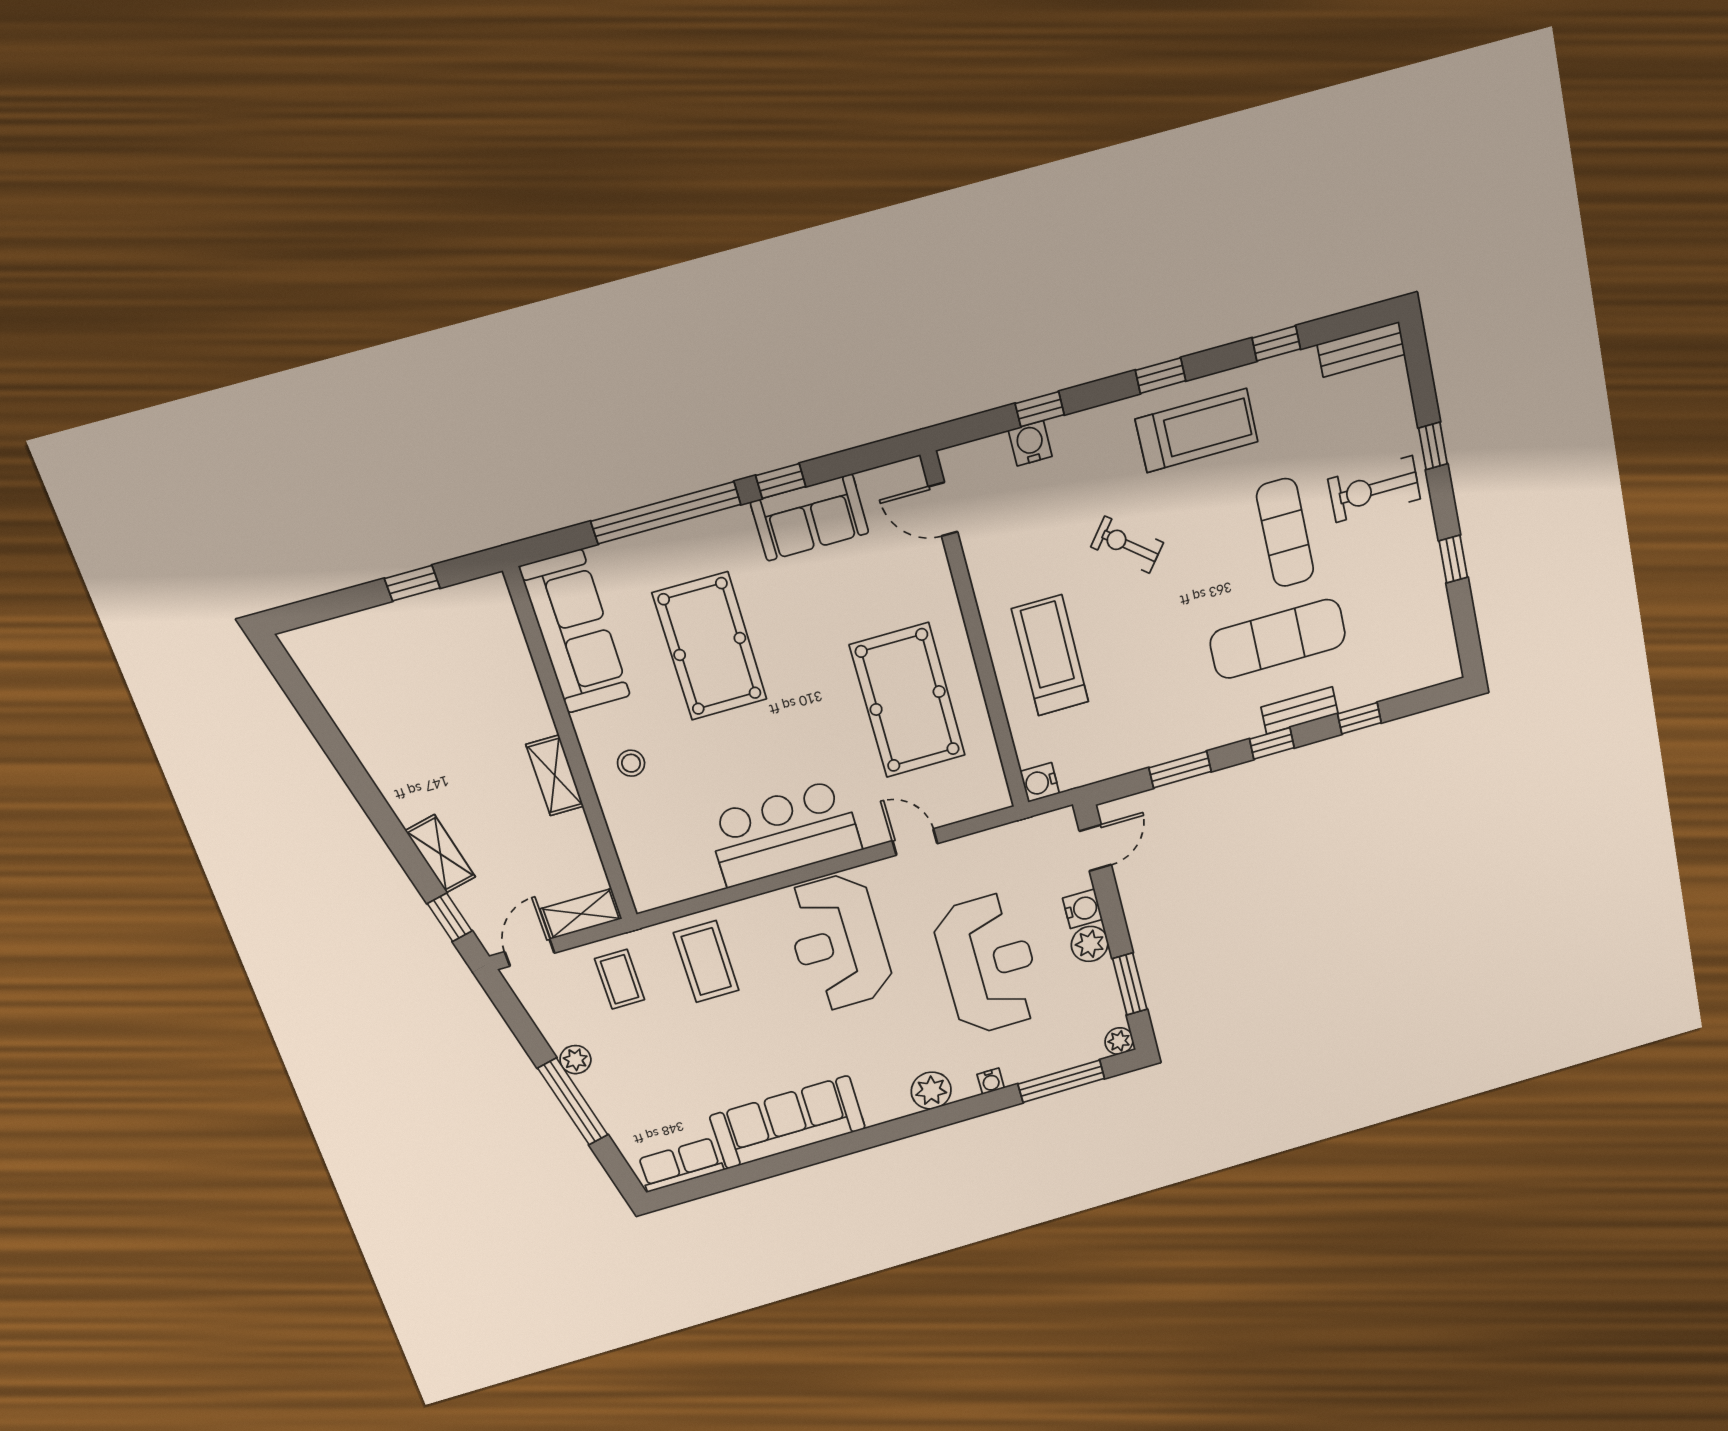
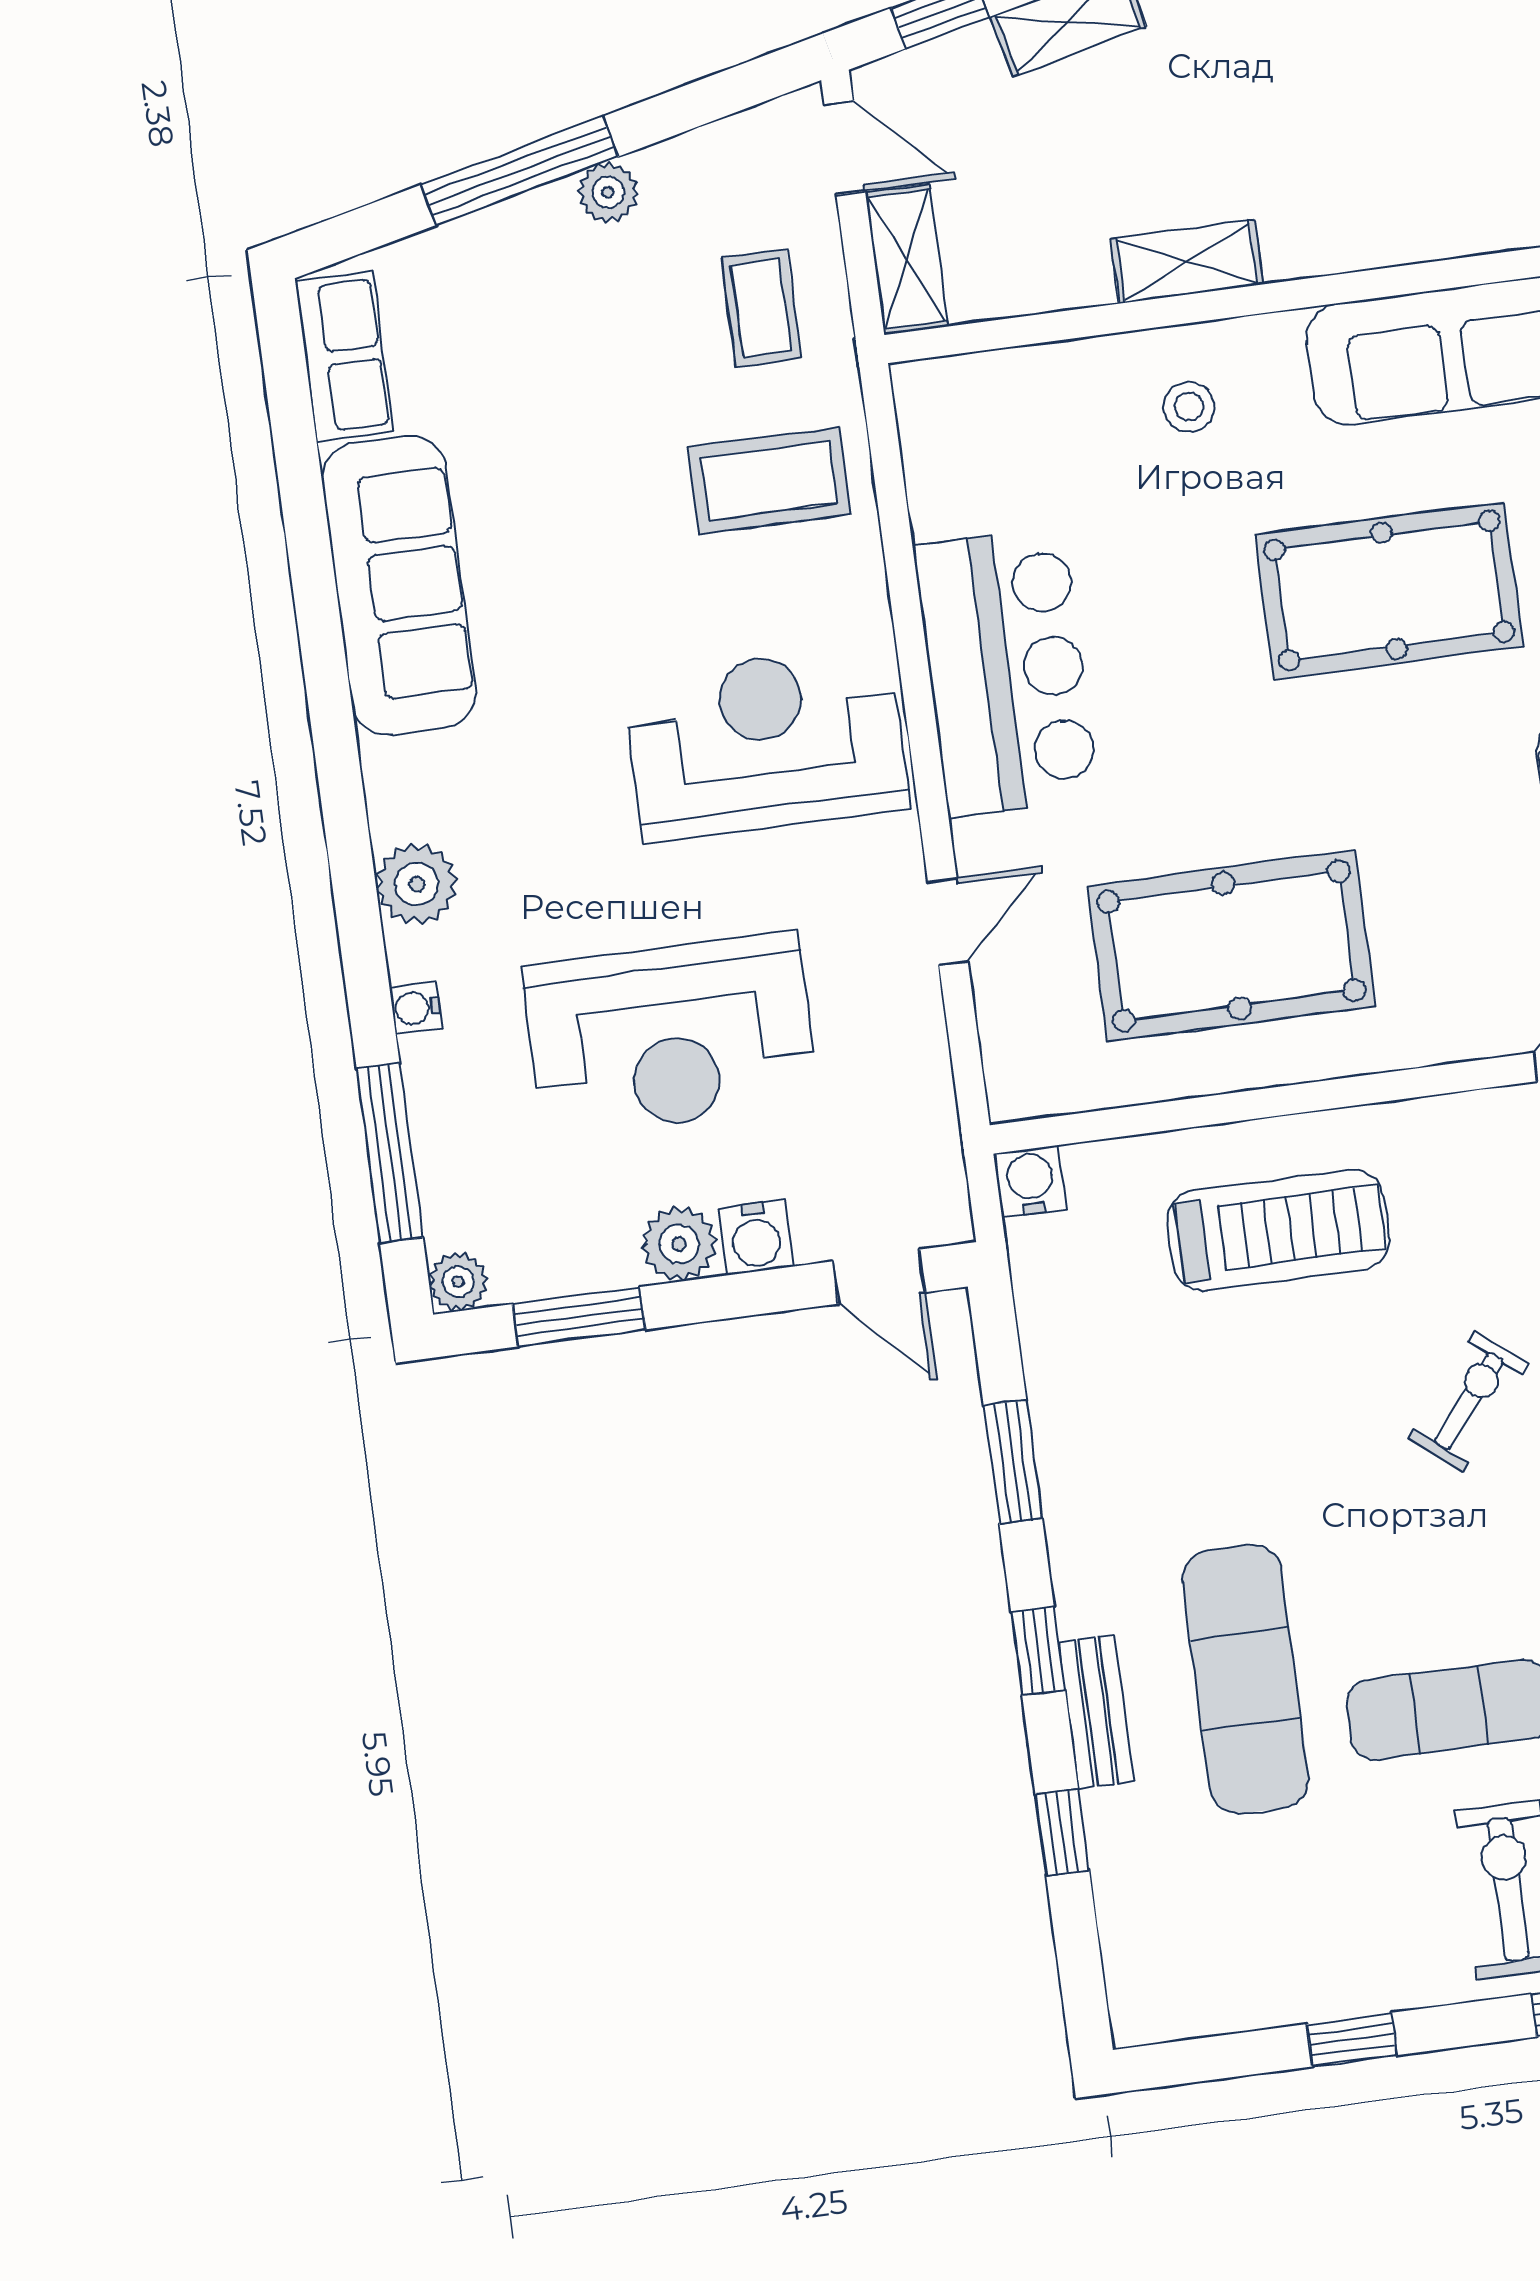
coffee table: (620, 979) -> (761, 308), turned 90

